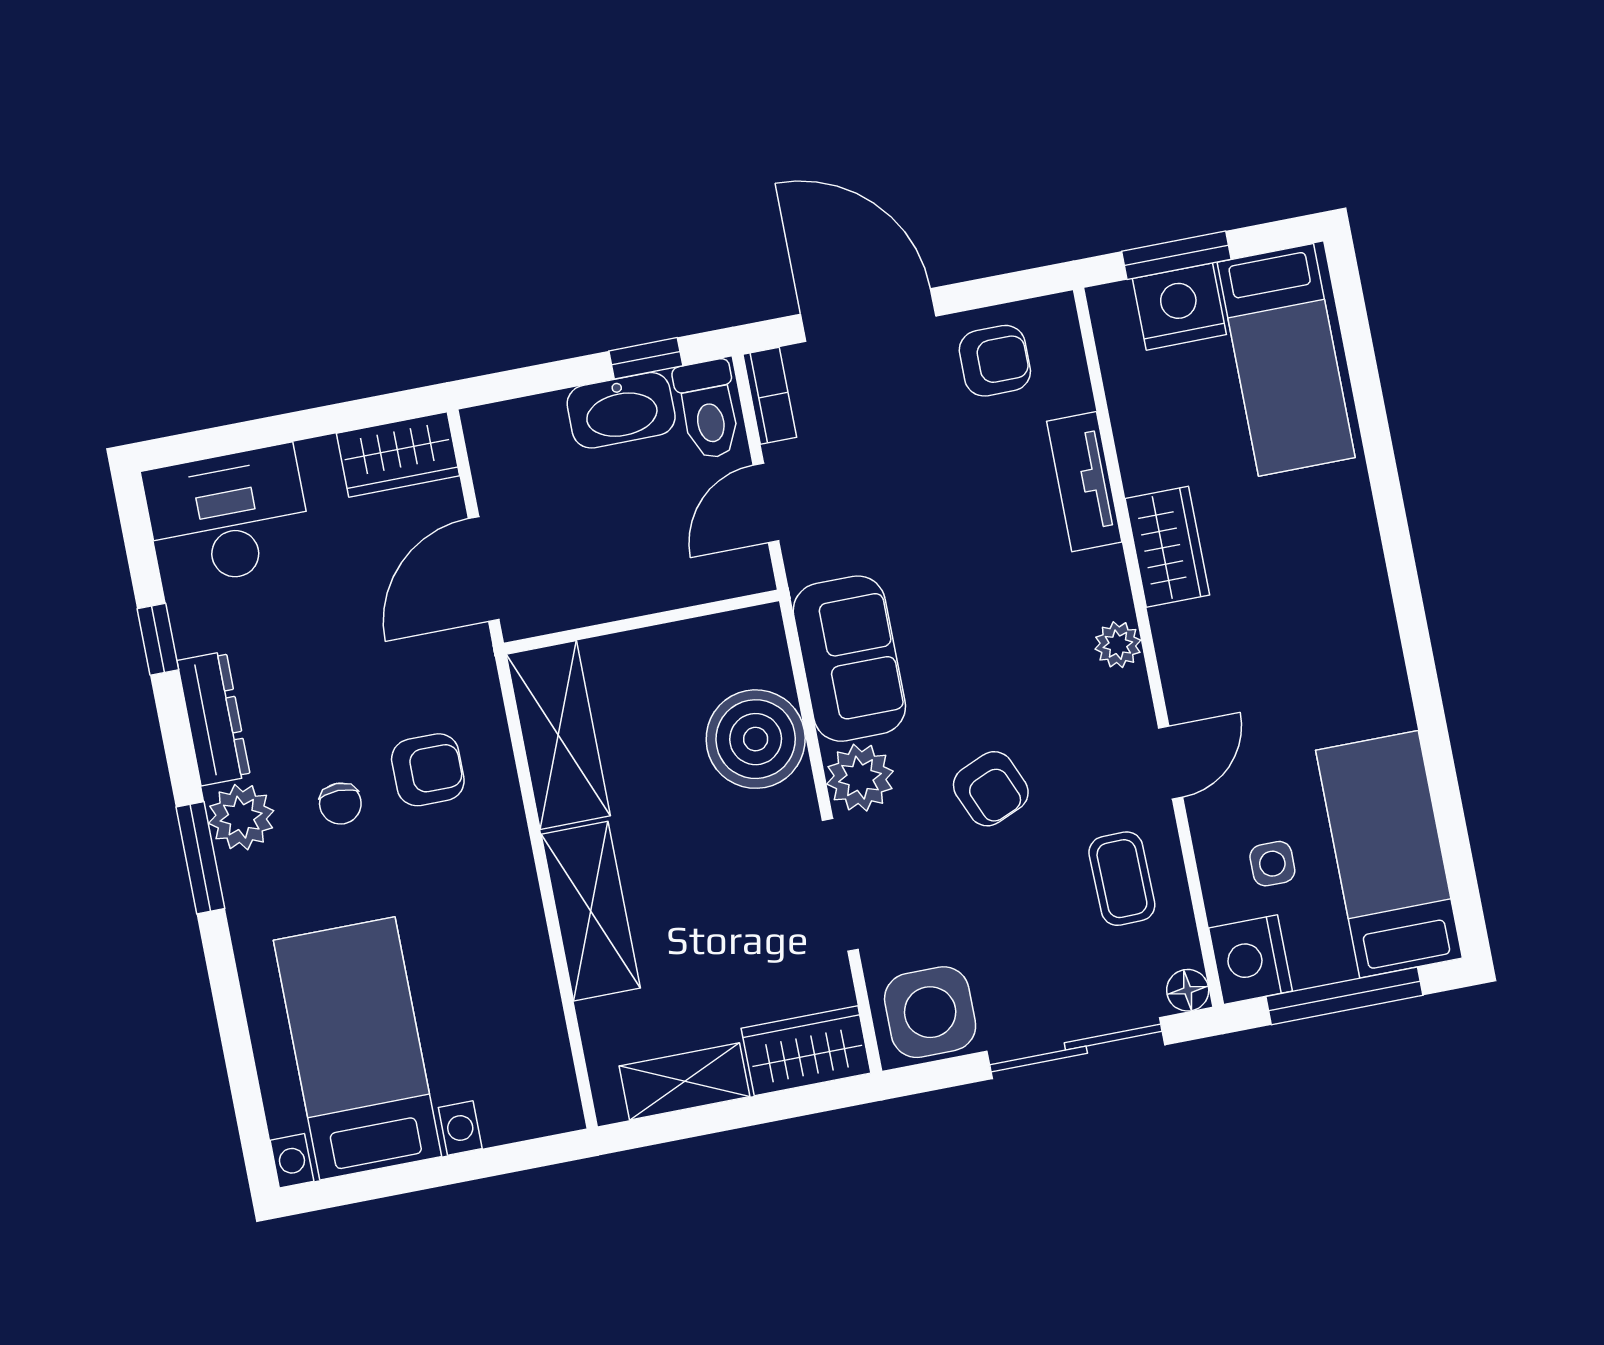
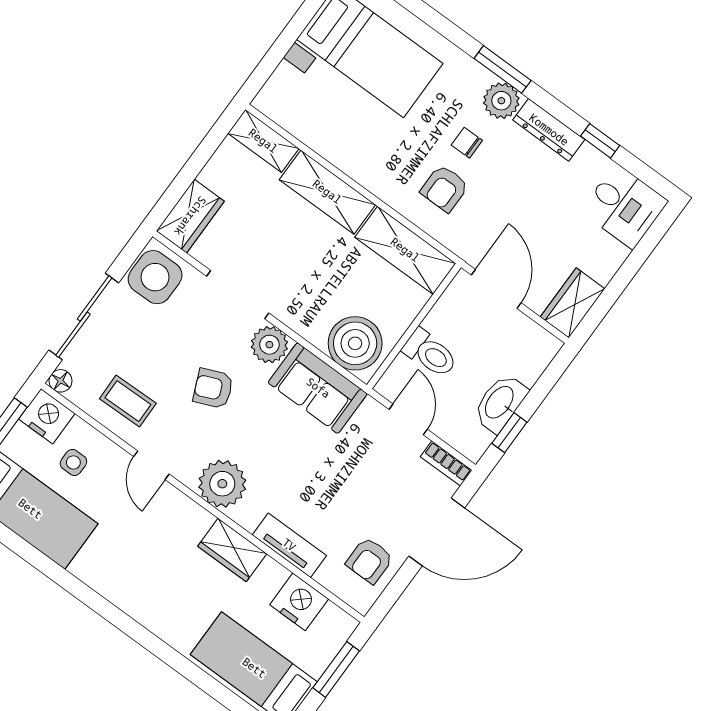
nightstand: (1179, 307) -> (299, 602), moved, turned -90
toilet: (708, 410) -> (430, 353), moved, turned 180
desk: (228, 517) -> (624, 206), width x0.73
plant: (1118, 645) -> (222, 484), width x1.88, depth x1.88
boiler: (756, 739) -> (355, 343), moved
shelving: (684, 1081) -> (263, 141), moved, turned 90

